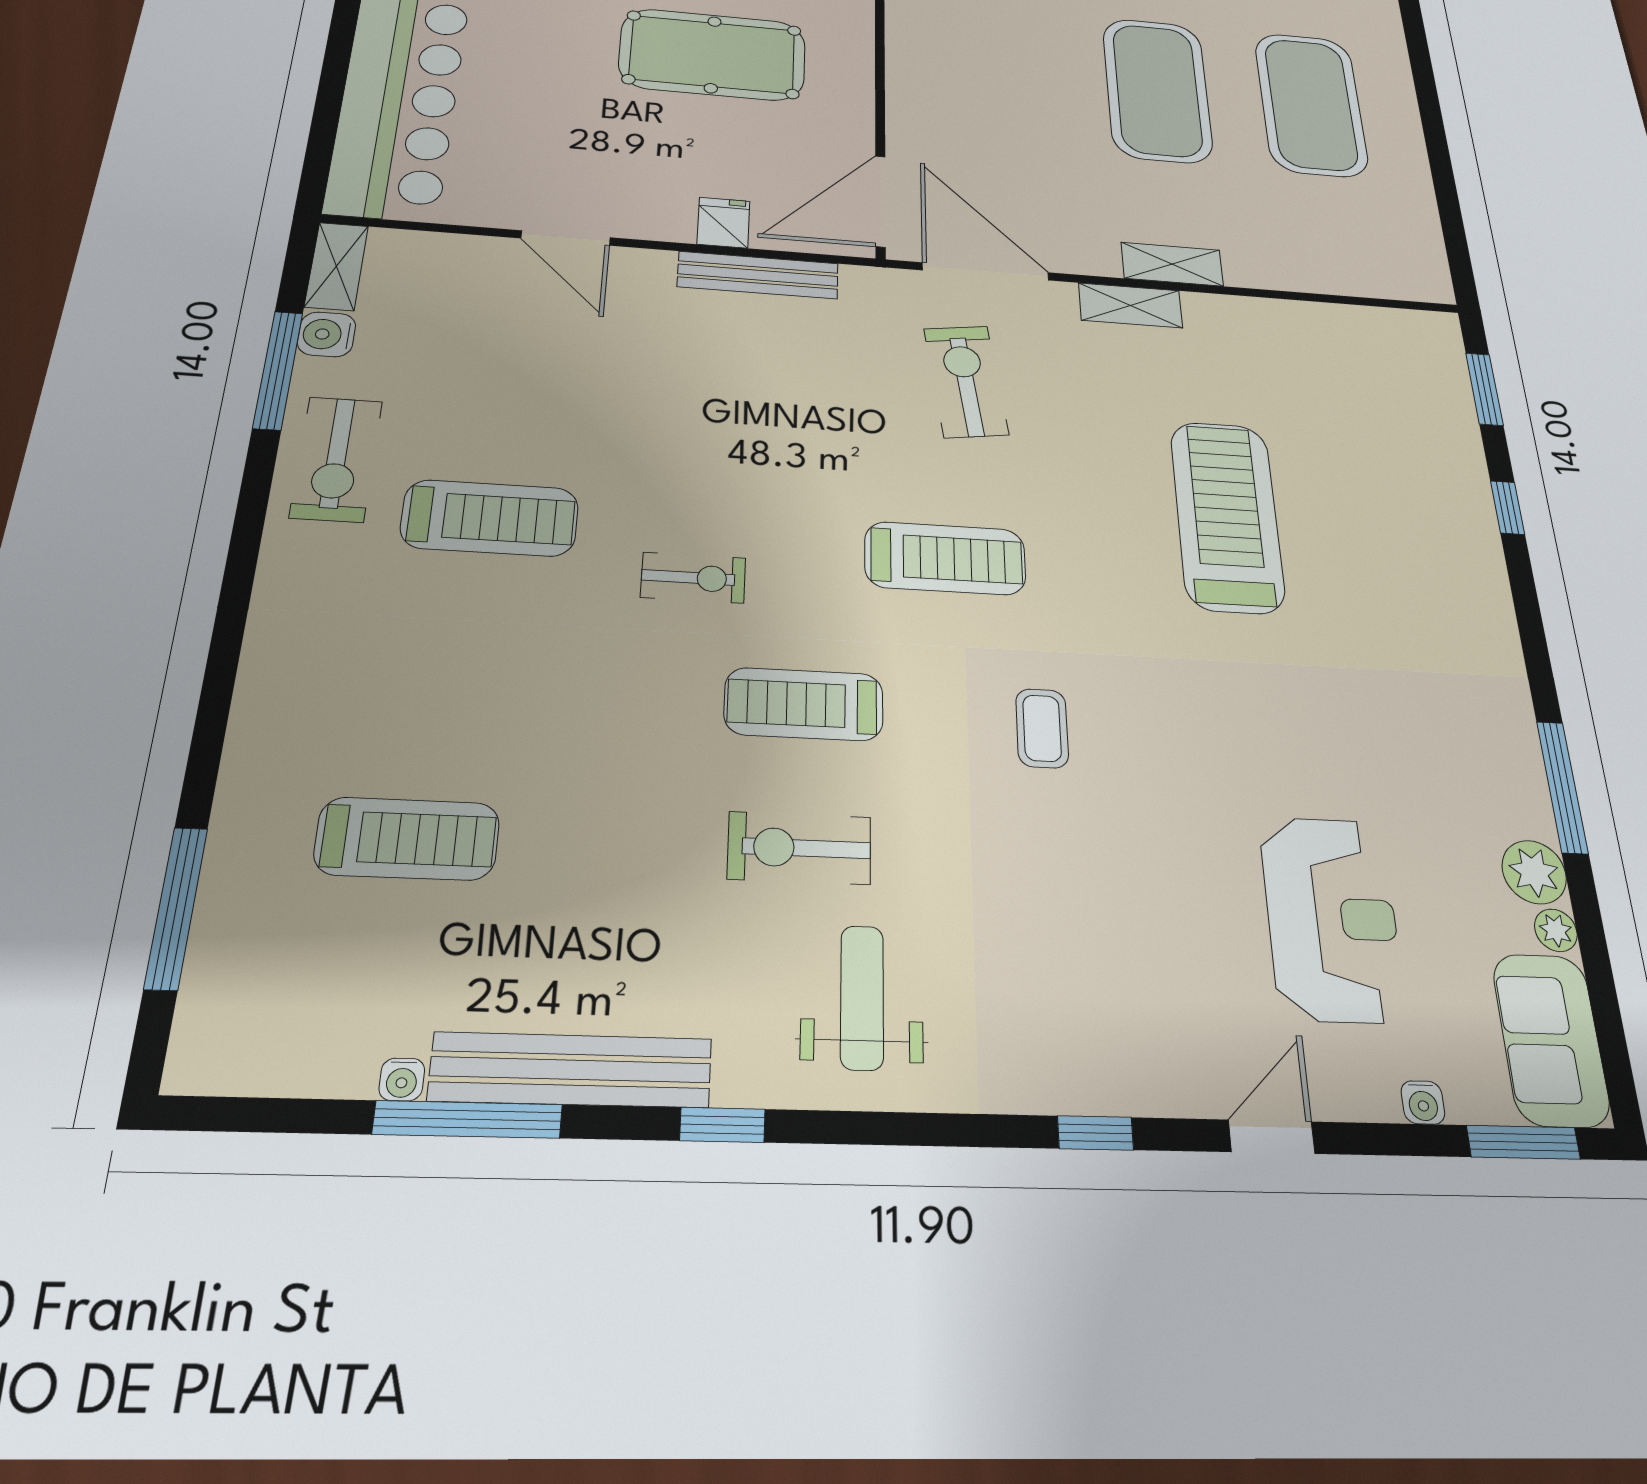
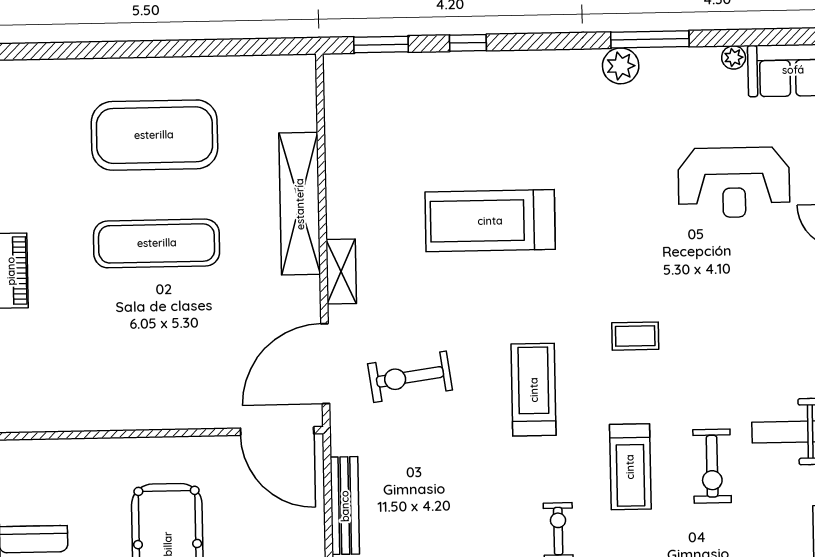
exercise mat: (1157, 90) -> (157, 243), width x0.68
fridge: (723, 223) -> (307, 529), removed
shelving: (1172, 264) -> (300, 204), width x2.20, depth x1.33
plant: (1534, 872) -> (621, 66), moved
reception desk: (1332, 918) -> (734, 182), turned 180

